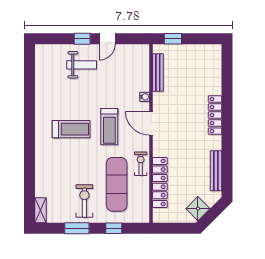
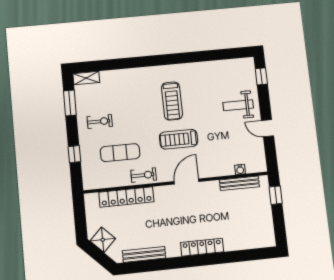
window: (82, 39) -> (261, 76), moved
weight bench: (82, 65) -> (238, 105), turned 90
water cooler: (145, 97) -> (240, 169), moved
exercise mat: (117, 184) -> (120, 153), width x0.73, depth x0.69
exercise bike: (84, 201) -> (100, 121), width x0.73, depth x0.72
window: (77, 228) -> (70, 103), moved

